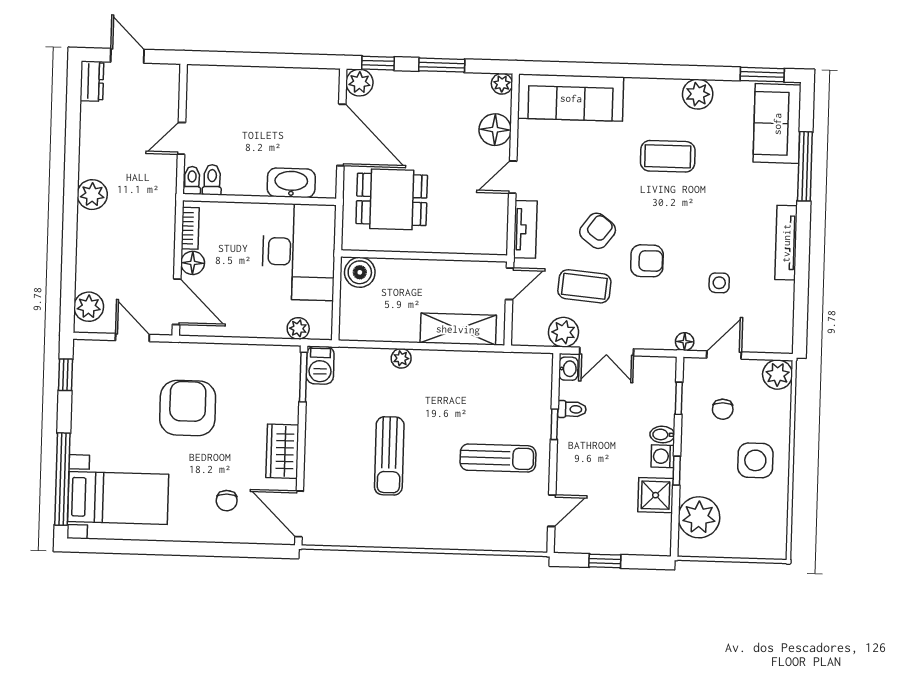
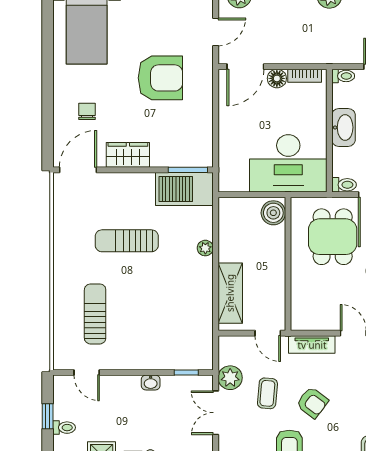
toilet: (212, 180) -> (344, 185), moved
washbasin: (291, 183) -> (343, 127), moved
coffee table: (584, 286) -> (267, 393), width x0.73, depth x0.77
plant: (298, 328) -> (227, 165), removed
barbecue: (320, 365) -> (184, 189), width x1.88, depth x1.53
washbasin: (568, 369) -> (151, 382), moved
toilet: (572, 409) -> (64, 428), moved, turned -90
window: (554, 424) -> (186, 372), moved
sun lounger: (498, 458) -> (95, 314), moved, turned 180
chair: (227, 501) -> (87, 111), turned 90

